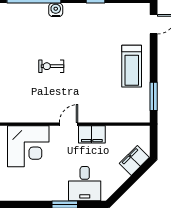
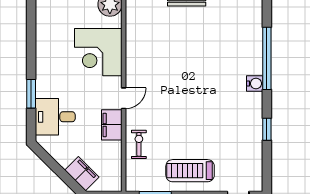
exercise bike: (51, 66) -> (139, 144), moved
door: (69, 124) -> (124, 98), hinge flipped

